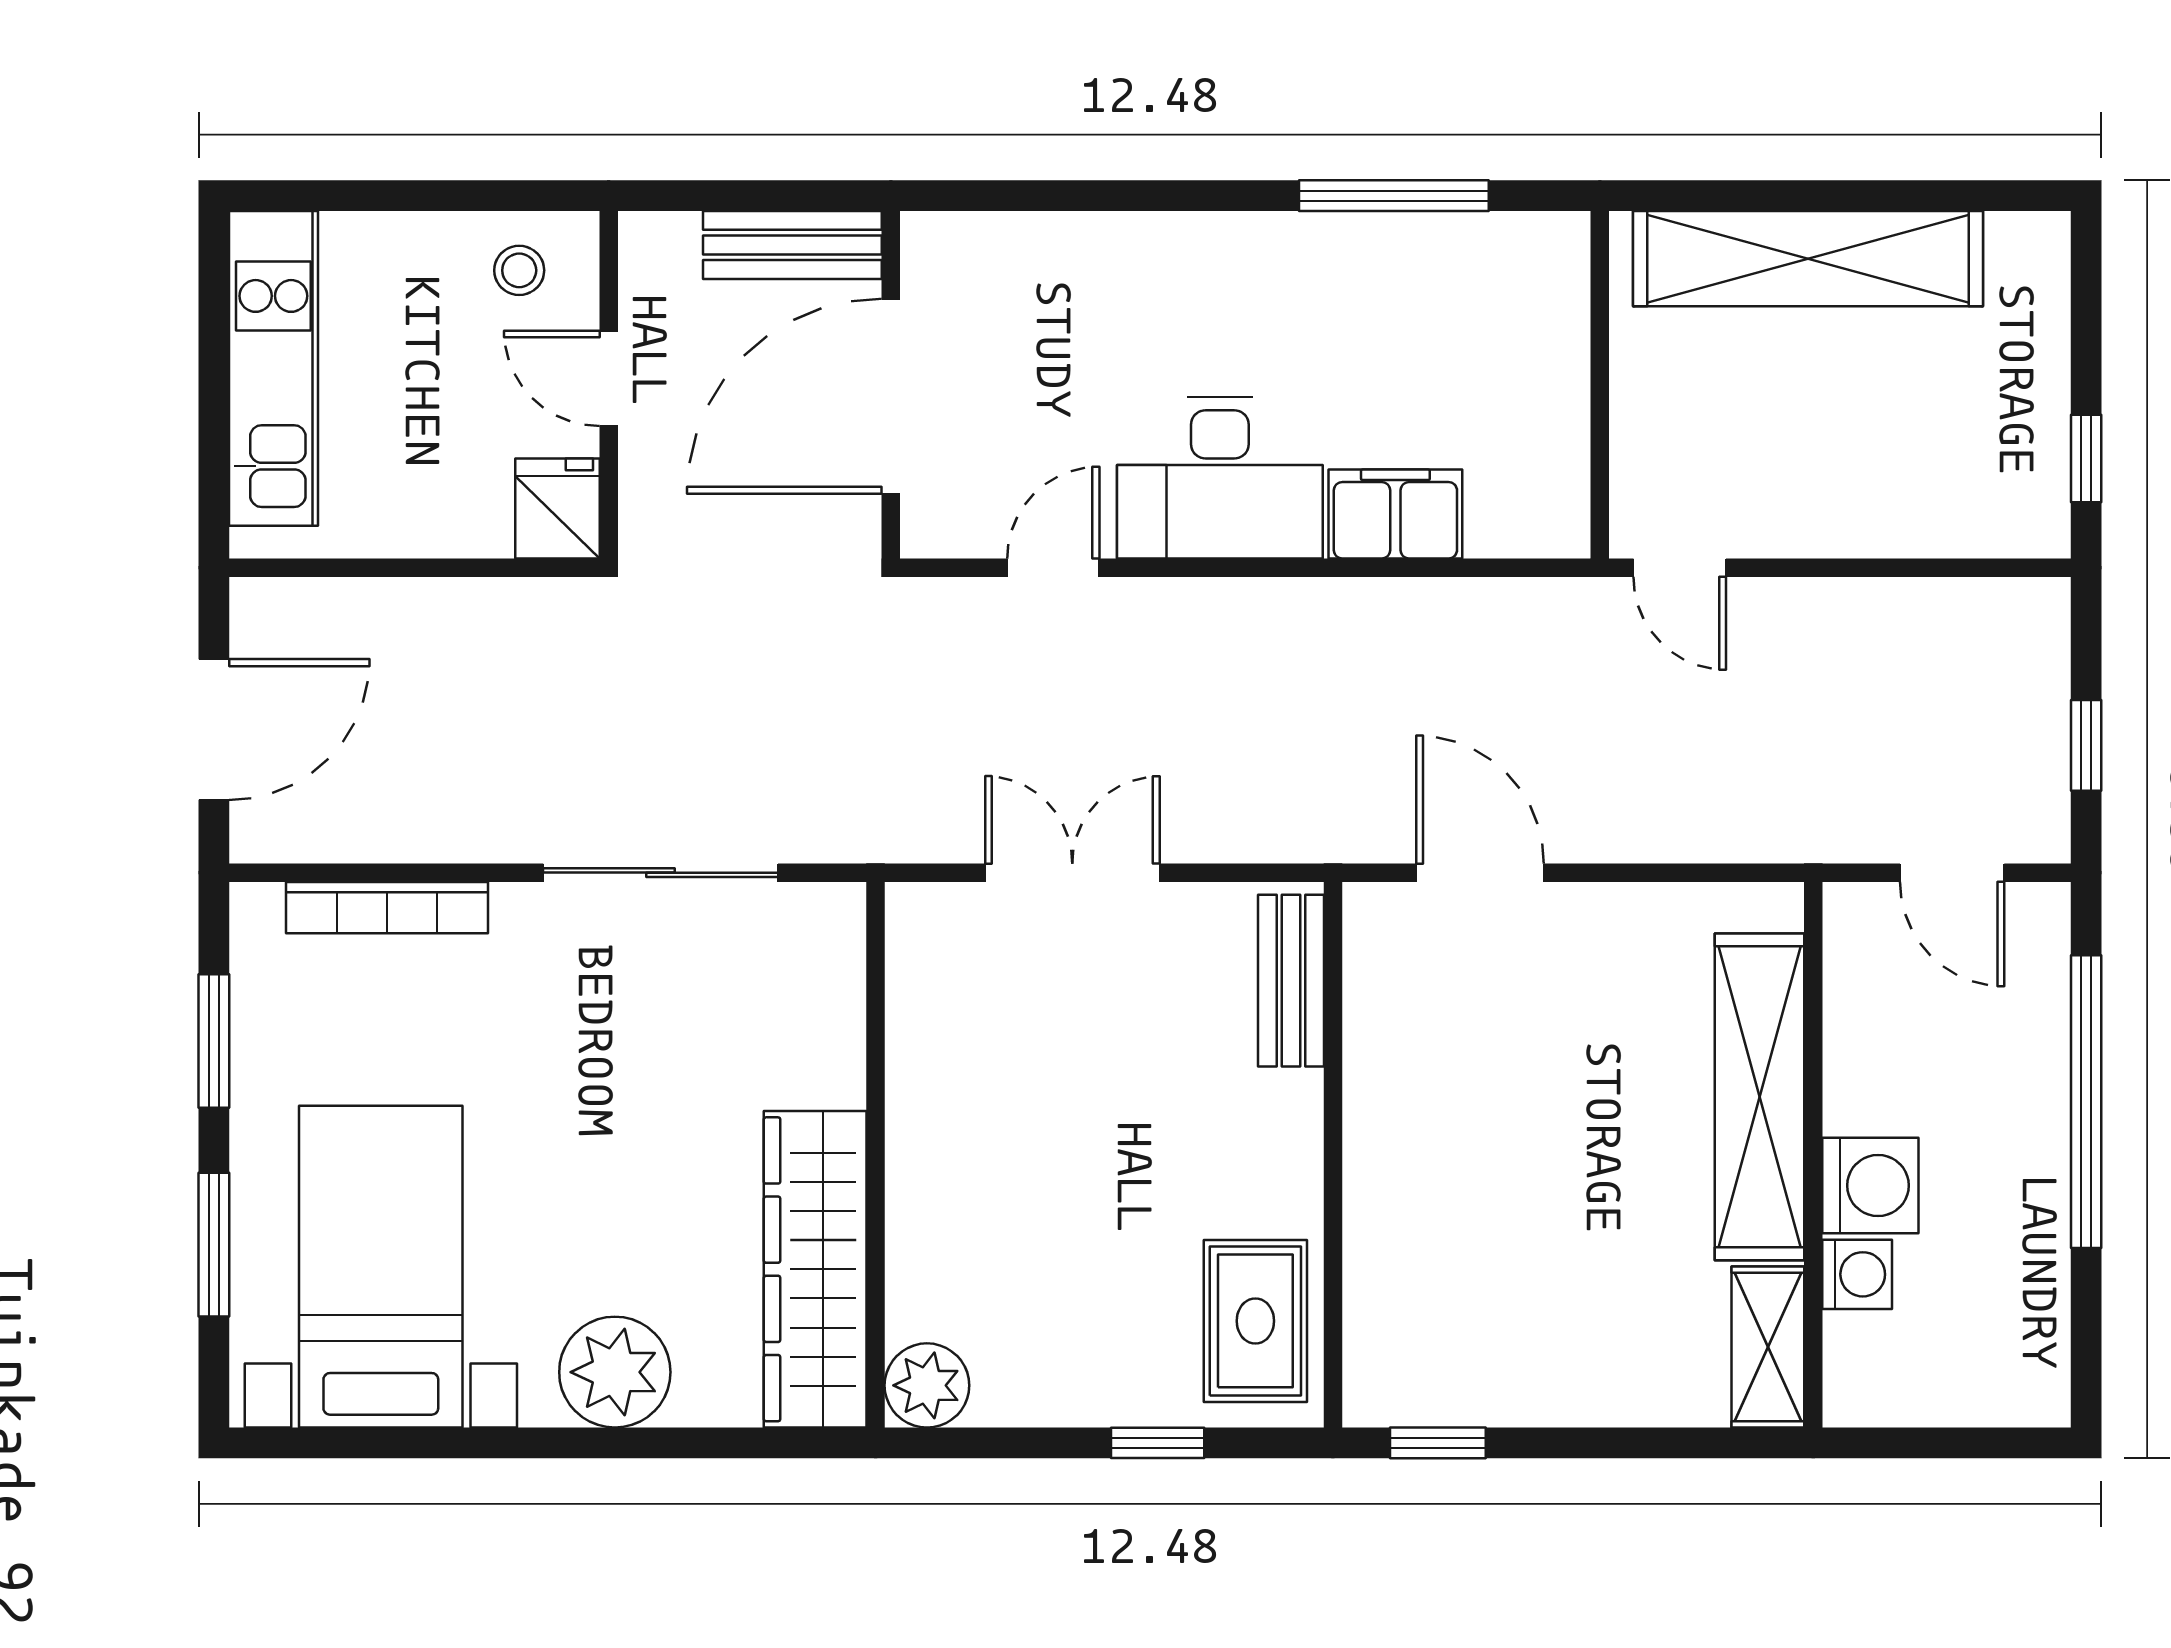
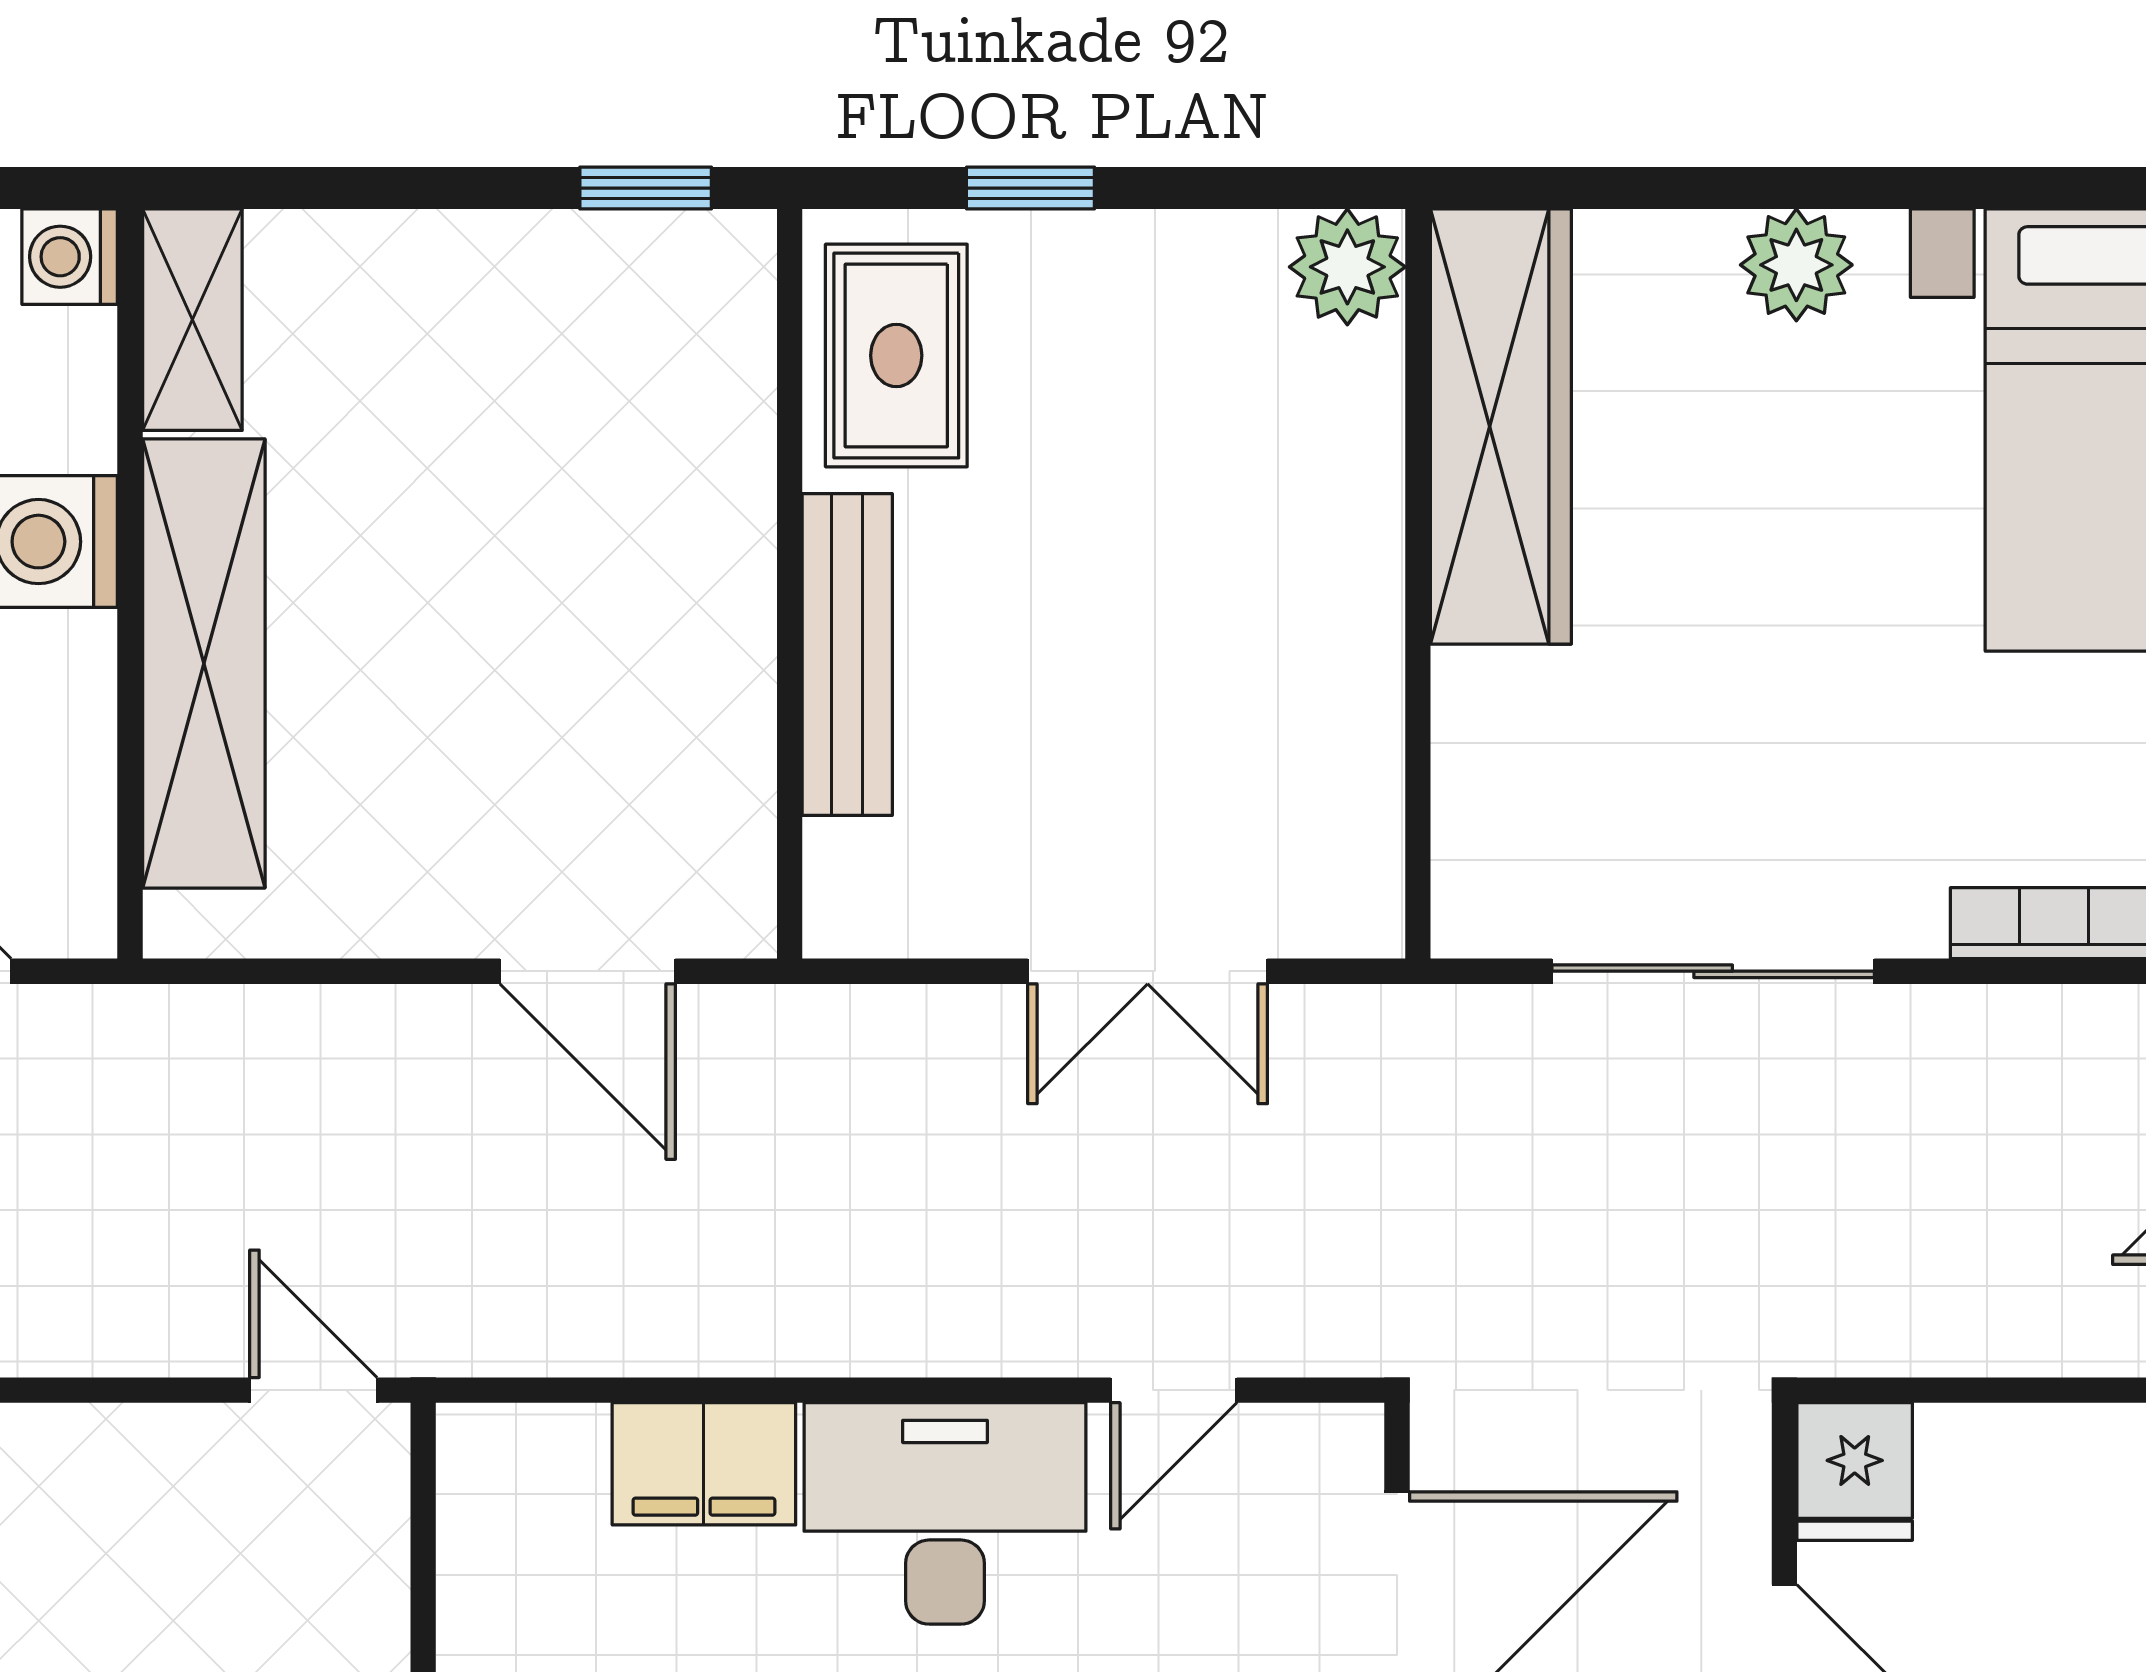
bench: (1291, 981) -> (847, 655), moved, width x1.36
washing machine: (1857, 1274) -> (70, 257), moved
plant: (615, 1372) -> (1796, 265), width x0.73, depth x0.73

